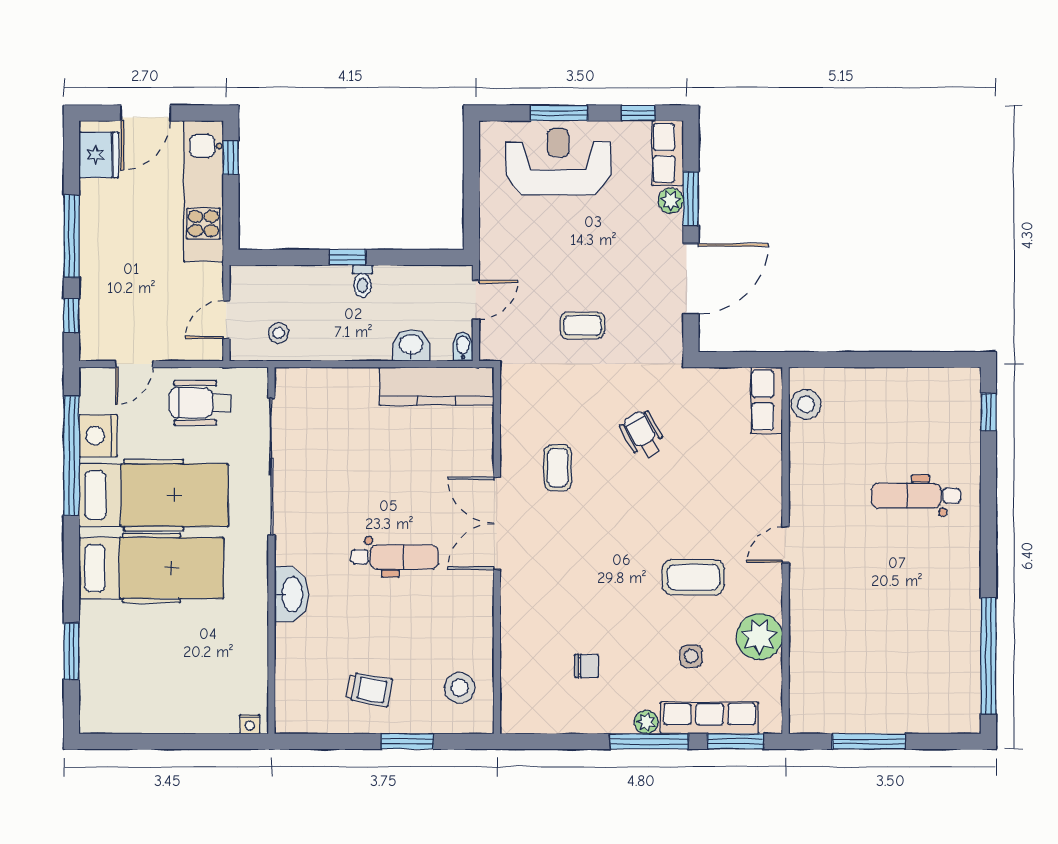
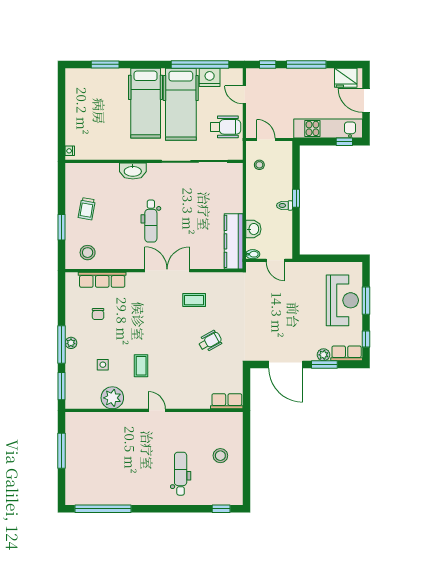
coffee table: (582, 325) -> (263, 312), removed
wheelchair: (200, 403) -> (226, 127), turned 90
stool: (806, 404) -> (220, 456), moved
coffee table: (693, 577) -> (141, 366), width x0.73, depth x0.77
row of seats: (709, 718) -> (102, 280), moved, turned 90

